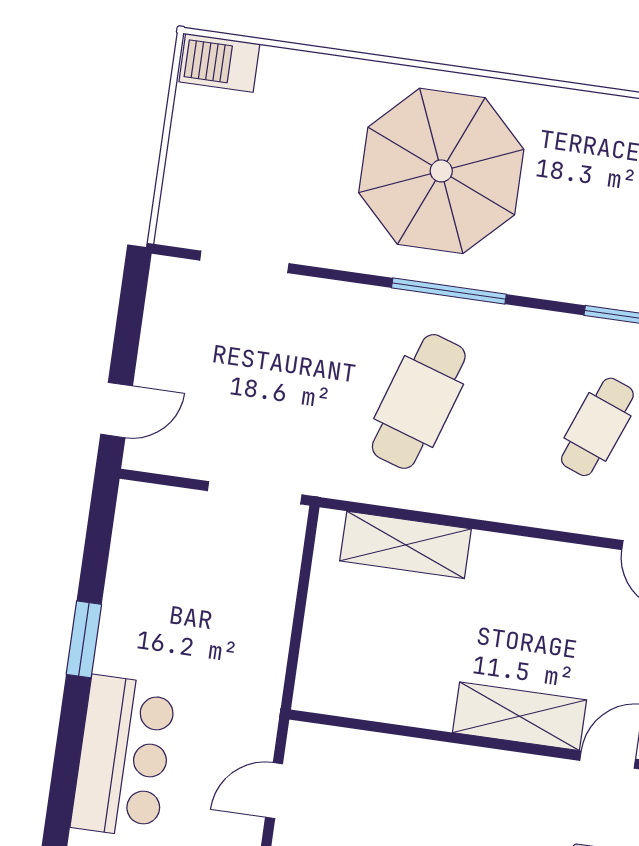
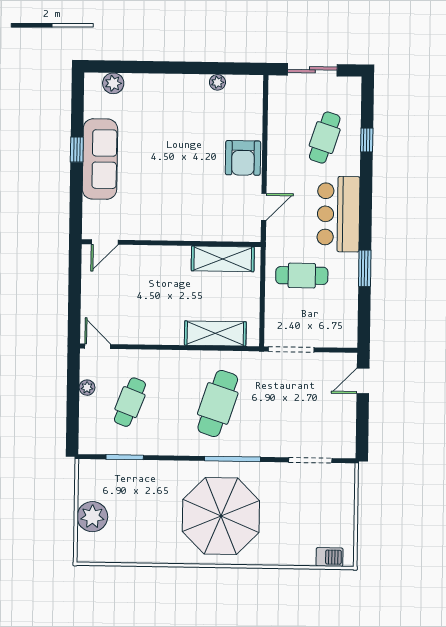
barbecue: (219, 63) -> (329, 557), width x0.73, depth x0.79
window: (449, 291) -> (232, 459), moved
cafe table: (214, 641) -> (302, 276), added
shelving: (520, 716) -> (223, 259), moved

